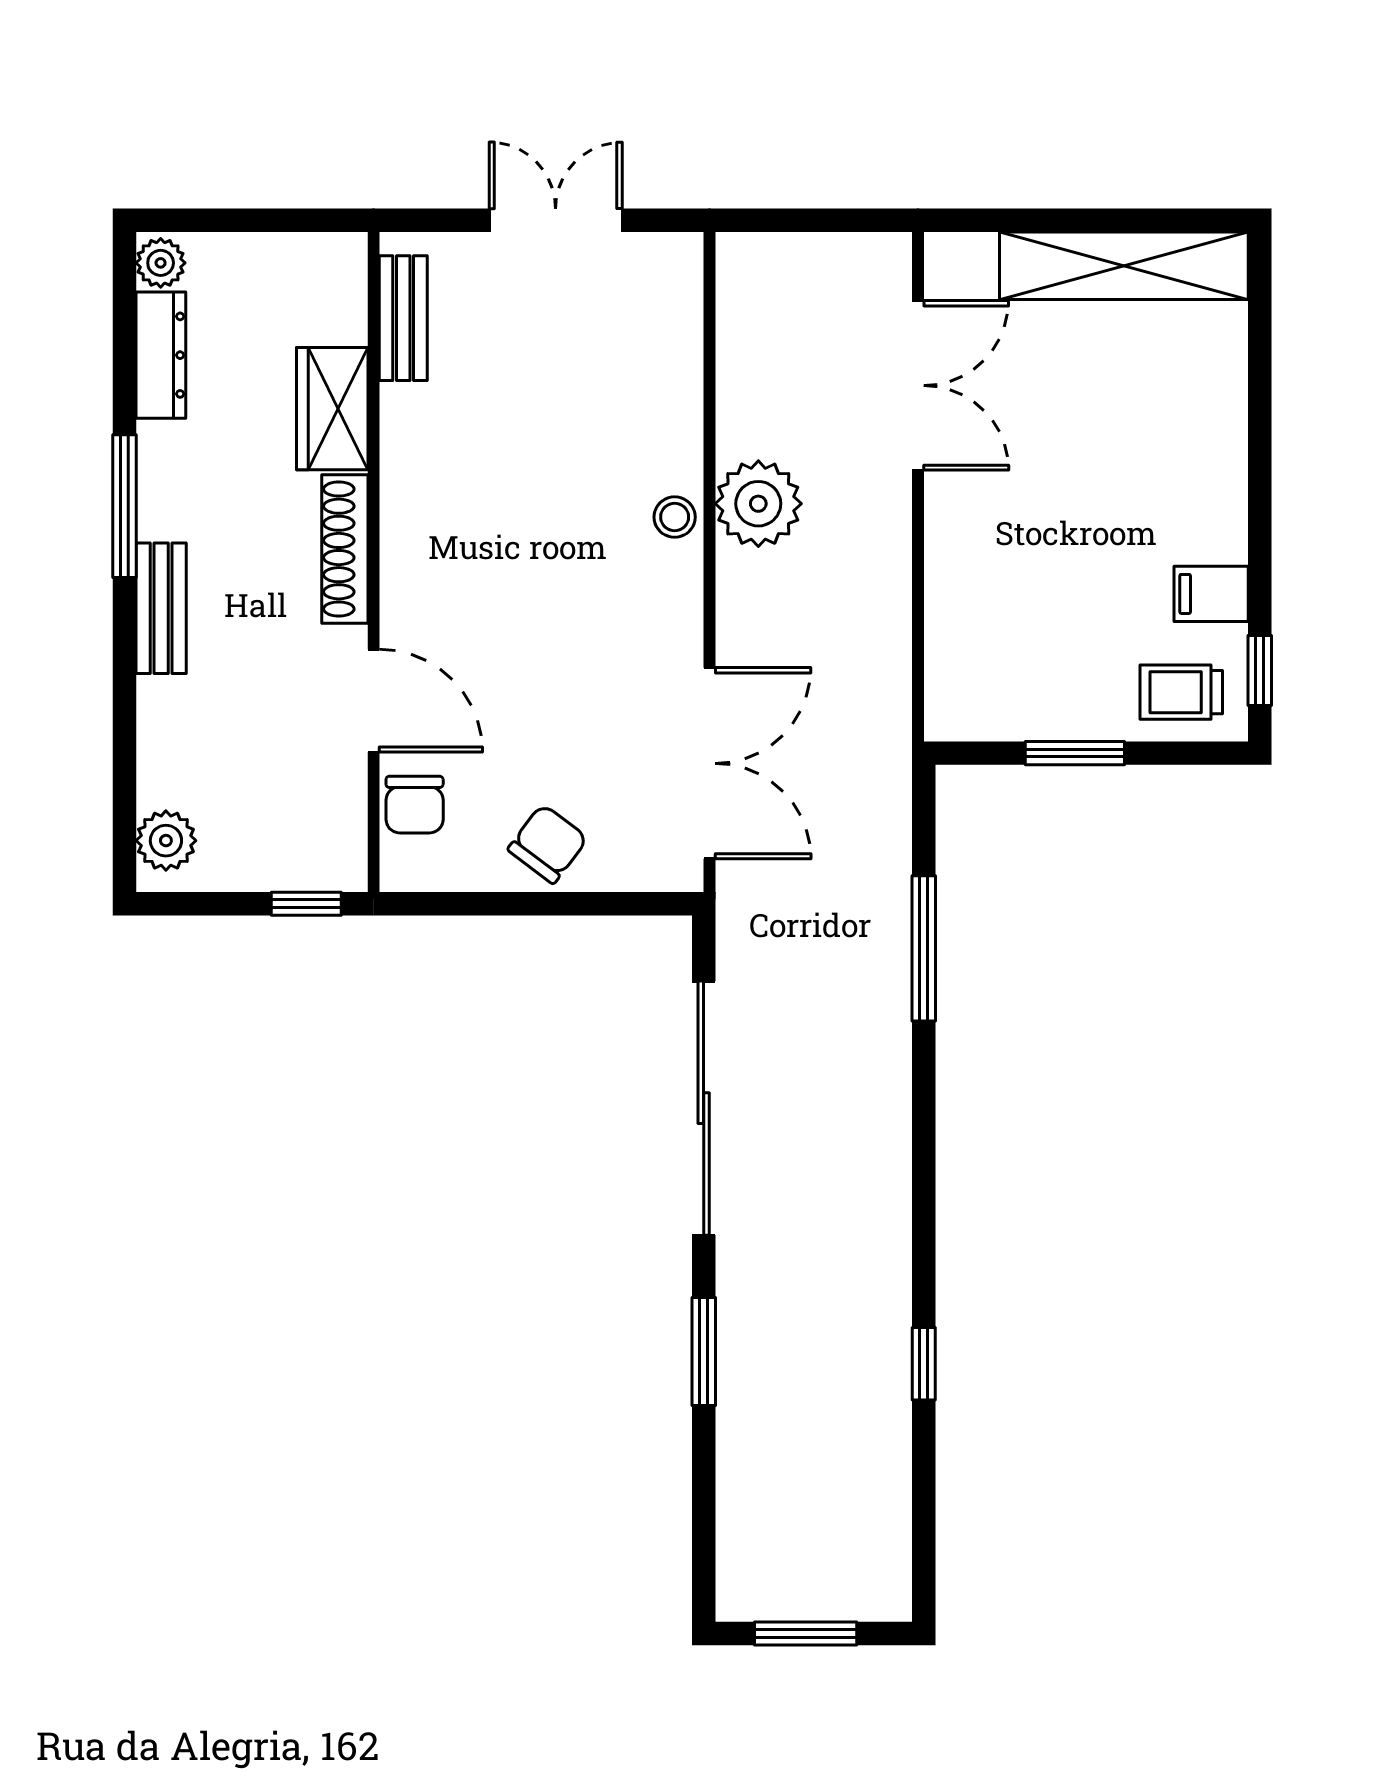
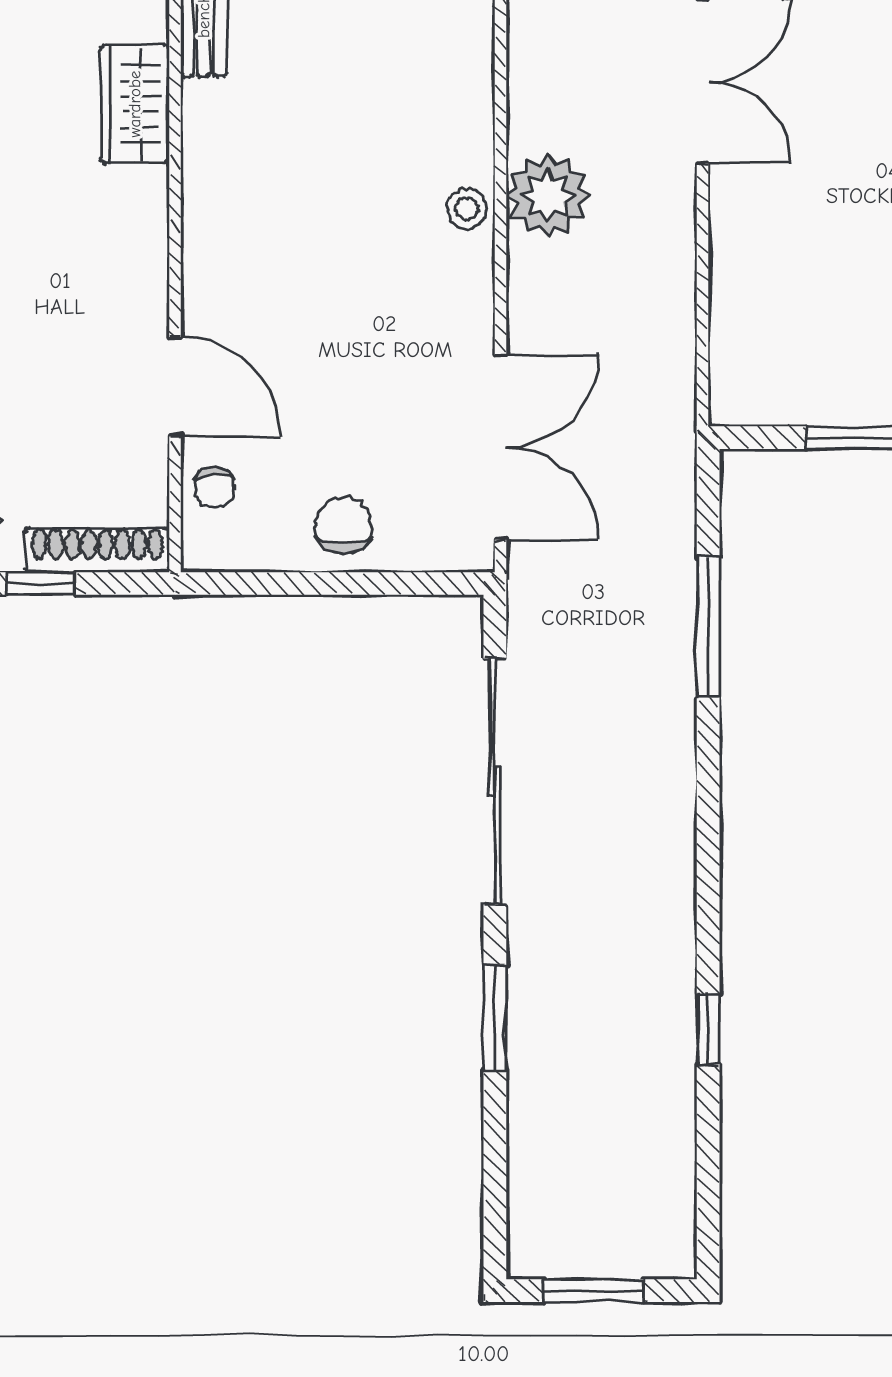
shoe rack: (345, 549) -> (97, 550), moved, turned 90
chair: (415, 805) -> (215, 487), width x0.73, depth x0.73
chair: (548, 844) -> (344, 525), turned -37
window: (306, 904) -> (41, 583), moved

